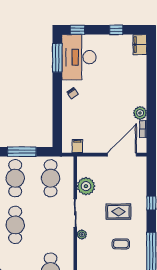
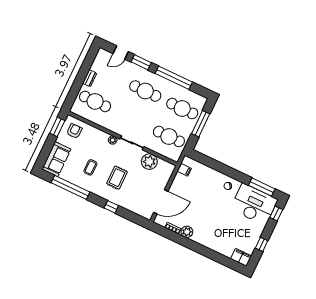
door: (122, 155) -> (161, 202), hinge flipped

